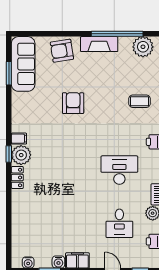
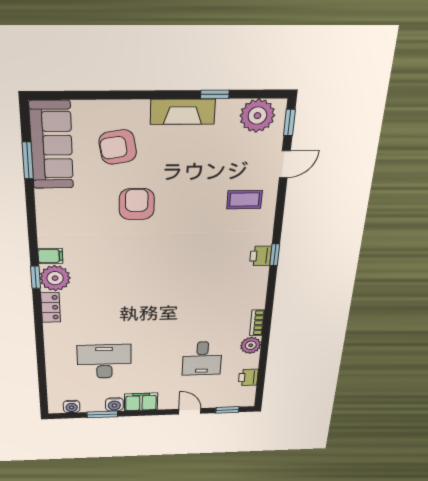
window: (117, 34) -> (215, 94), width x0.32
armchair: (62, 51) -> (118, 147), moved
desk: (119, 170) -> (104, 361), moved

